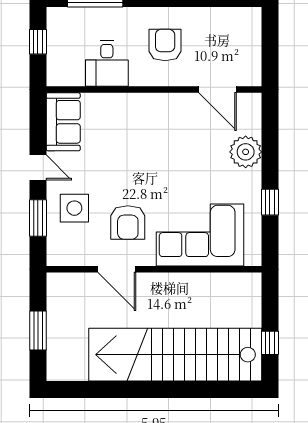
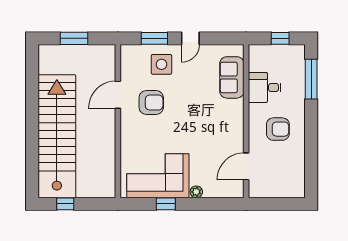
sofa: (63, 122) -> (232, 77), moved, turned 90
plant: (246, 152) -> (196, 192), width x0.53, depth x0.53
armchair: (128, 222) -> (151, 102), turned 180
corner sofa: (200, 235) -> (158, 176), moved, turned -90

